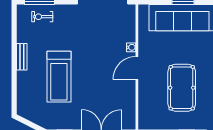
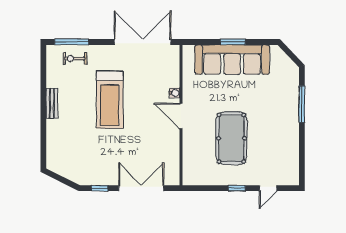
door: (137, 68) -> (181, 116), hinge flipped
treadmill: (59, 77) -> (110, 100), moved

